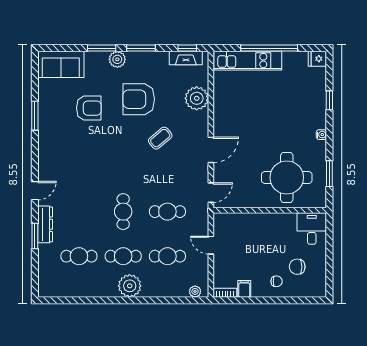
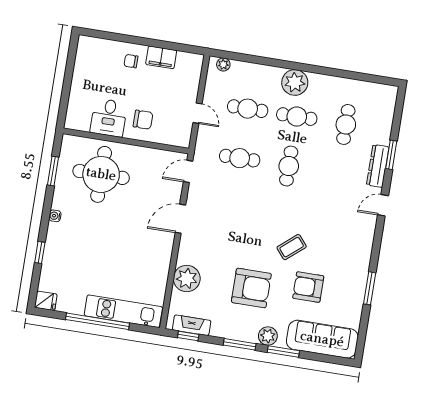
sofa: (61, 64) -> (322, 339), width x1.36
coffee table: (160, 138) -> (292, 247), moved
desk: (312, 229) -> (109, 118), moved
cafe table: (79, 256) -> (346, 124), turned 90
chair: (297, 267) -> (143, 120), moved
filing cabinet: (244, 289) -> (161, 57), width x2.00
bookcase: (225, 293) -> (190, 58), removed

